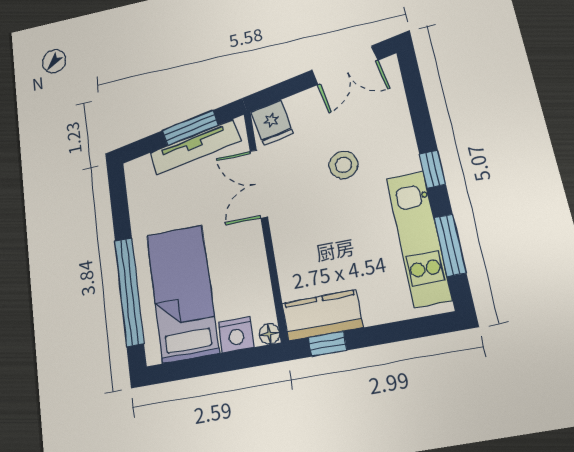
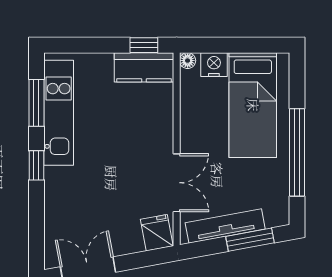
window: (190, 128) -> (250, 240), moved
stool: (343, 165) -> (105, 184), removed
window: (129, 292) -> (297, 152), moved

